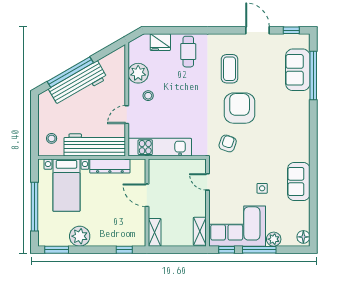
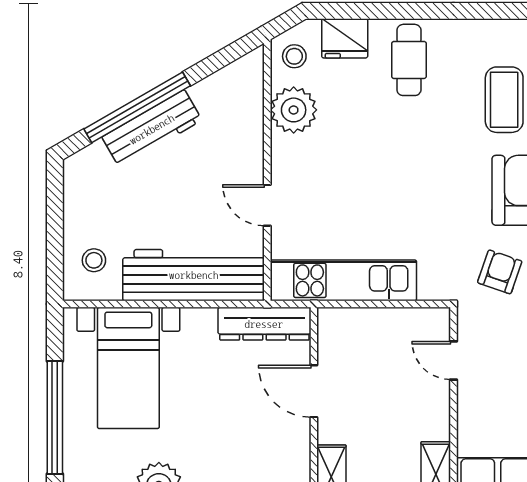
workbench: (78, 83) -> (152, 129), width x0.73, depth x0.76
stool: (148, 96) -> (294, 56), moved
door: (127, 115) -> (267, 205), hinge flipped
dresser: (110, 166) -> (264, 324), moved

